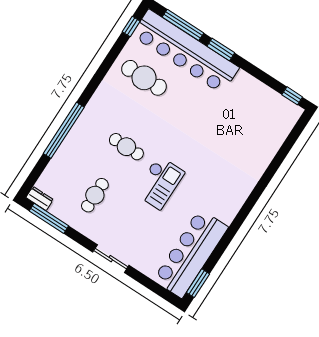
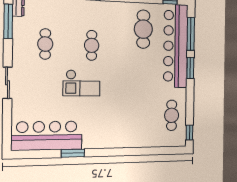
cafe table: (259, 105) -> (172, 115), added
cafe table: (95, 195) -> (45, 44), turned 90
window: (198, 283) -> (73, 153), moved

